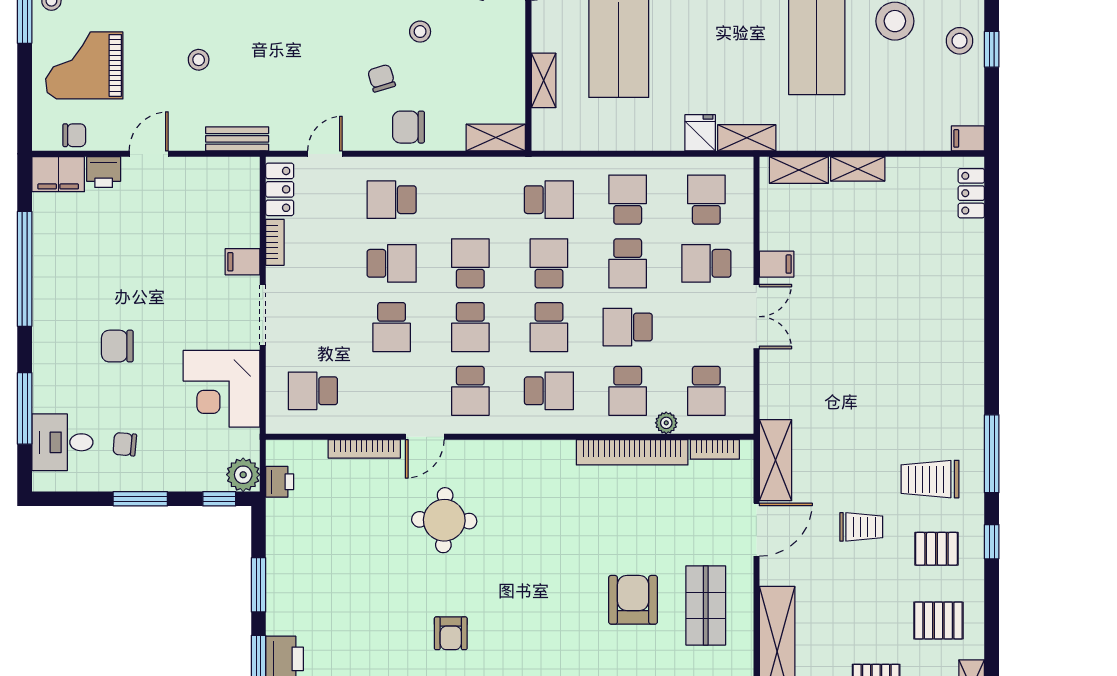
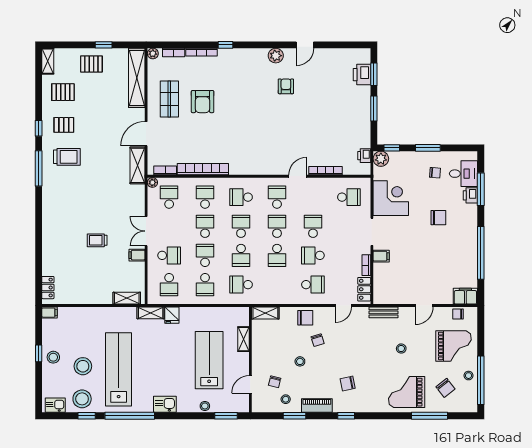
shelving: (858, 169) -> (100, 299), removed
printer: (104, 172) -> (470, 195), moved, turned -90
school desk: (628, 327) -> (205, 226), turned -90
plant: (666, 423) -> (152, 182), moved
round table: (444, 520) -> (289, 138), removed
trolley: (861, 527) -> (97, 240), moved

